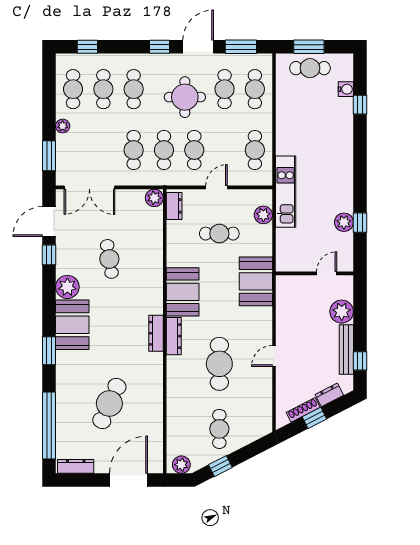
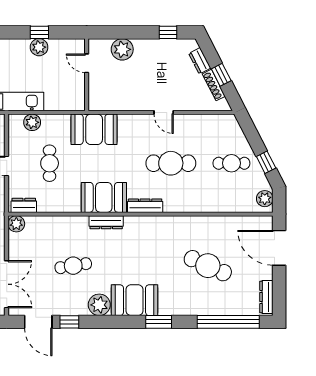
dresser: (156, 333) -> (106, 222), moved
bench: (346, 349) -> (157, 45), removed

